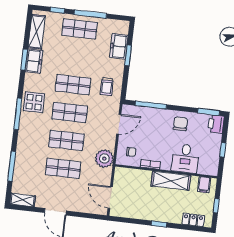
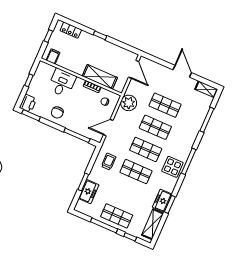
shelving: (171, 181) -> (100, 77), moved

